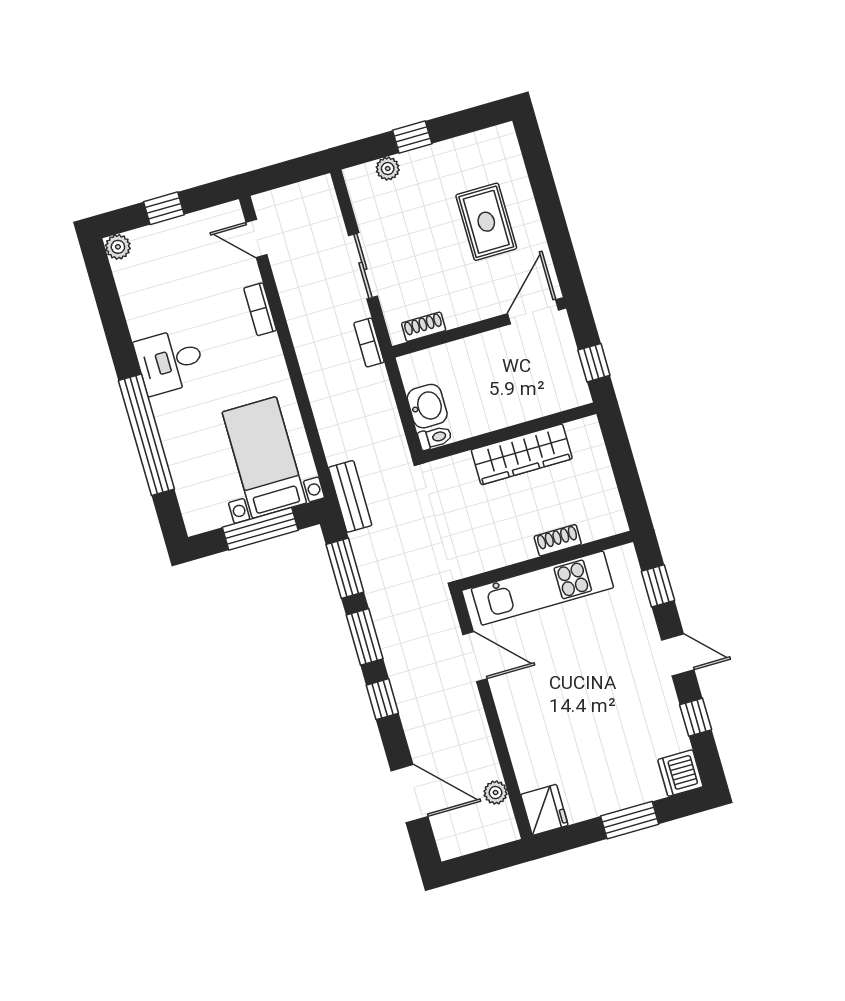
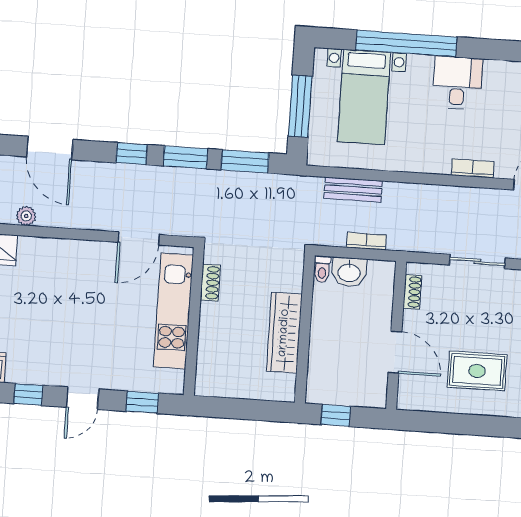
door: (533, 312) -> (395, 352), moved
bookcase: (369, 342) -> (366, 241), moved
bed with nightstands: (264, 457) -> (364, 97), moved, turned 90
bench: (350, 496) -> (353, 190), moved
shoe rack: (558, 540) -> (210, 283), moved
door: (409, 794) -> (50, 148), hinge flipped

